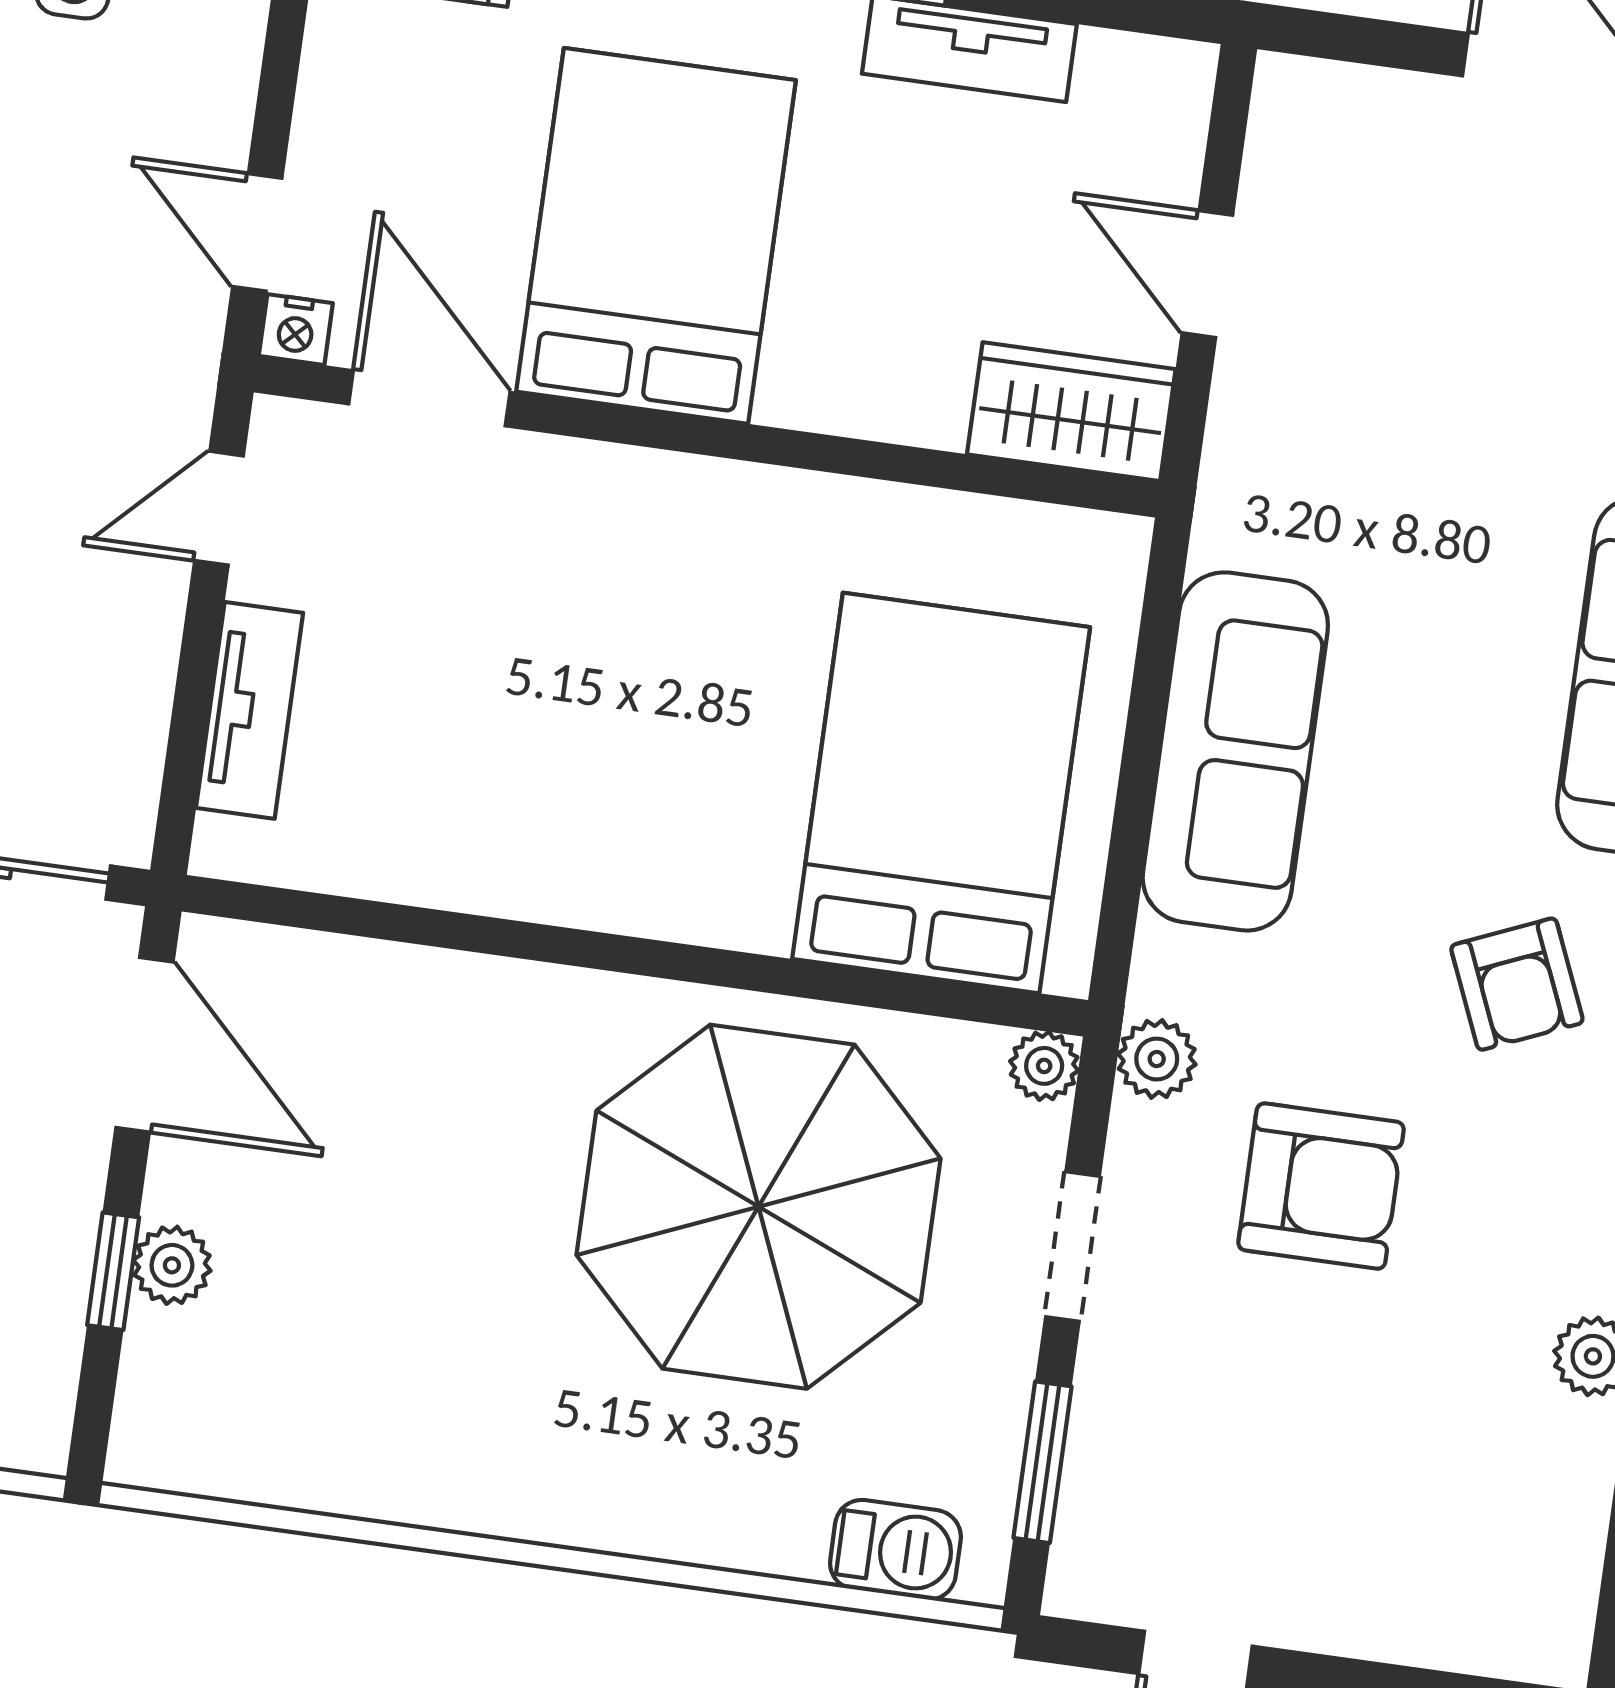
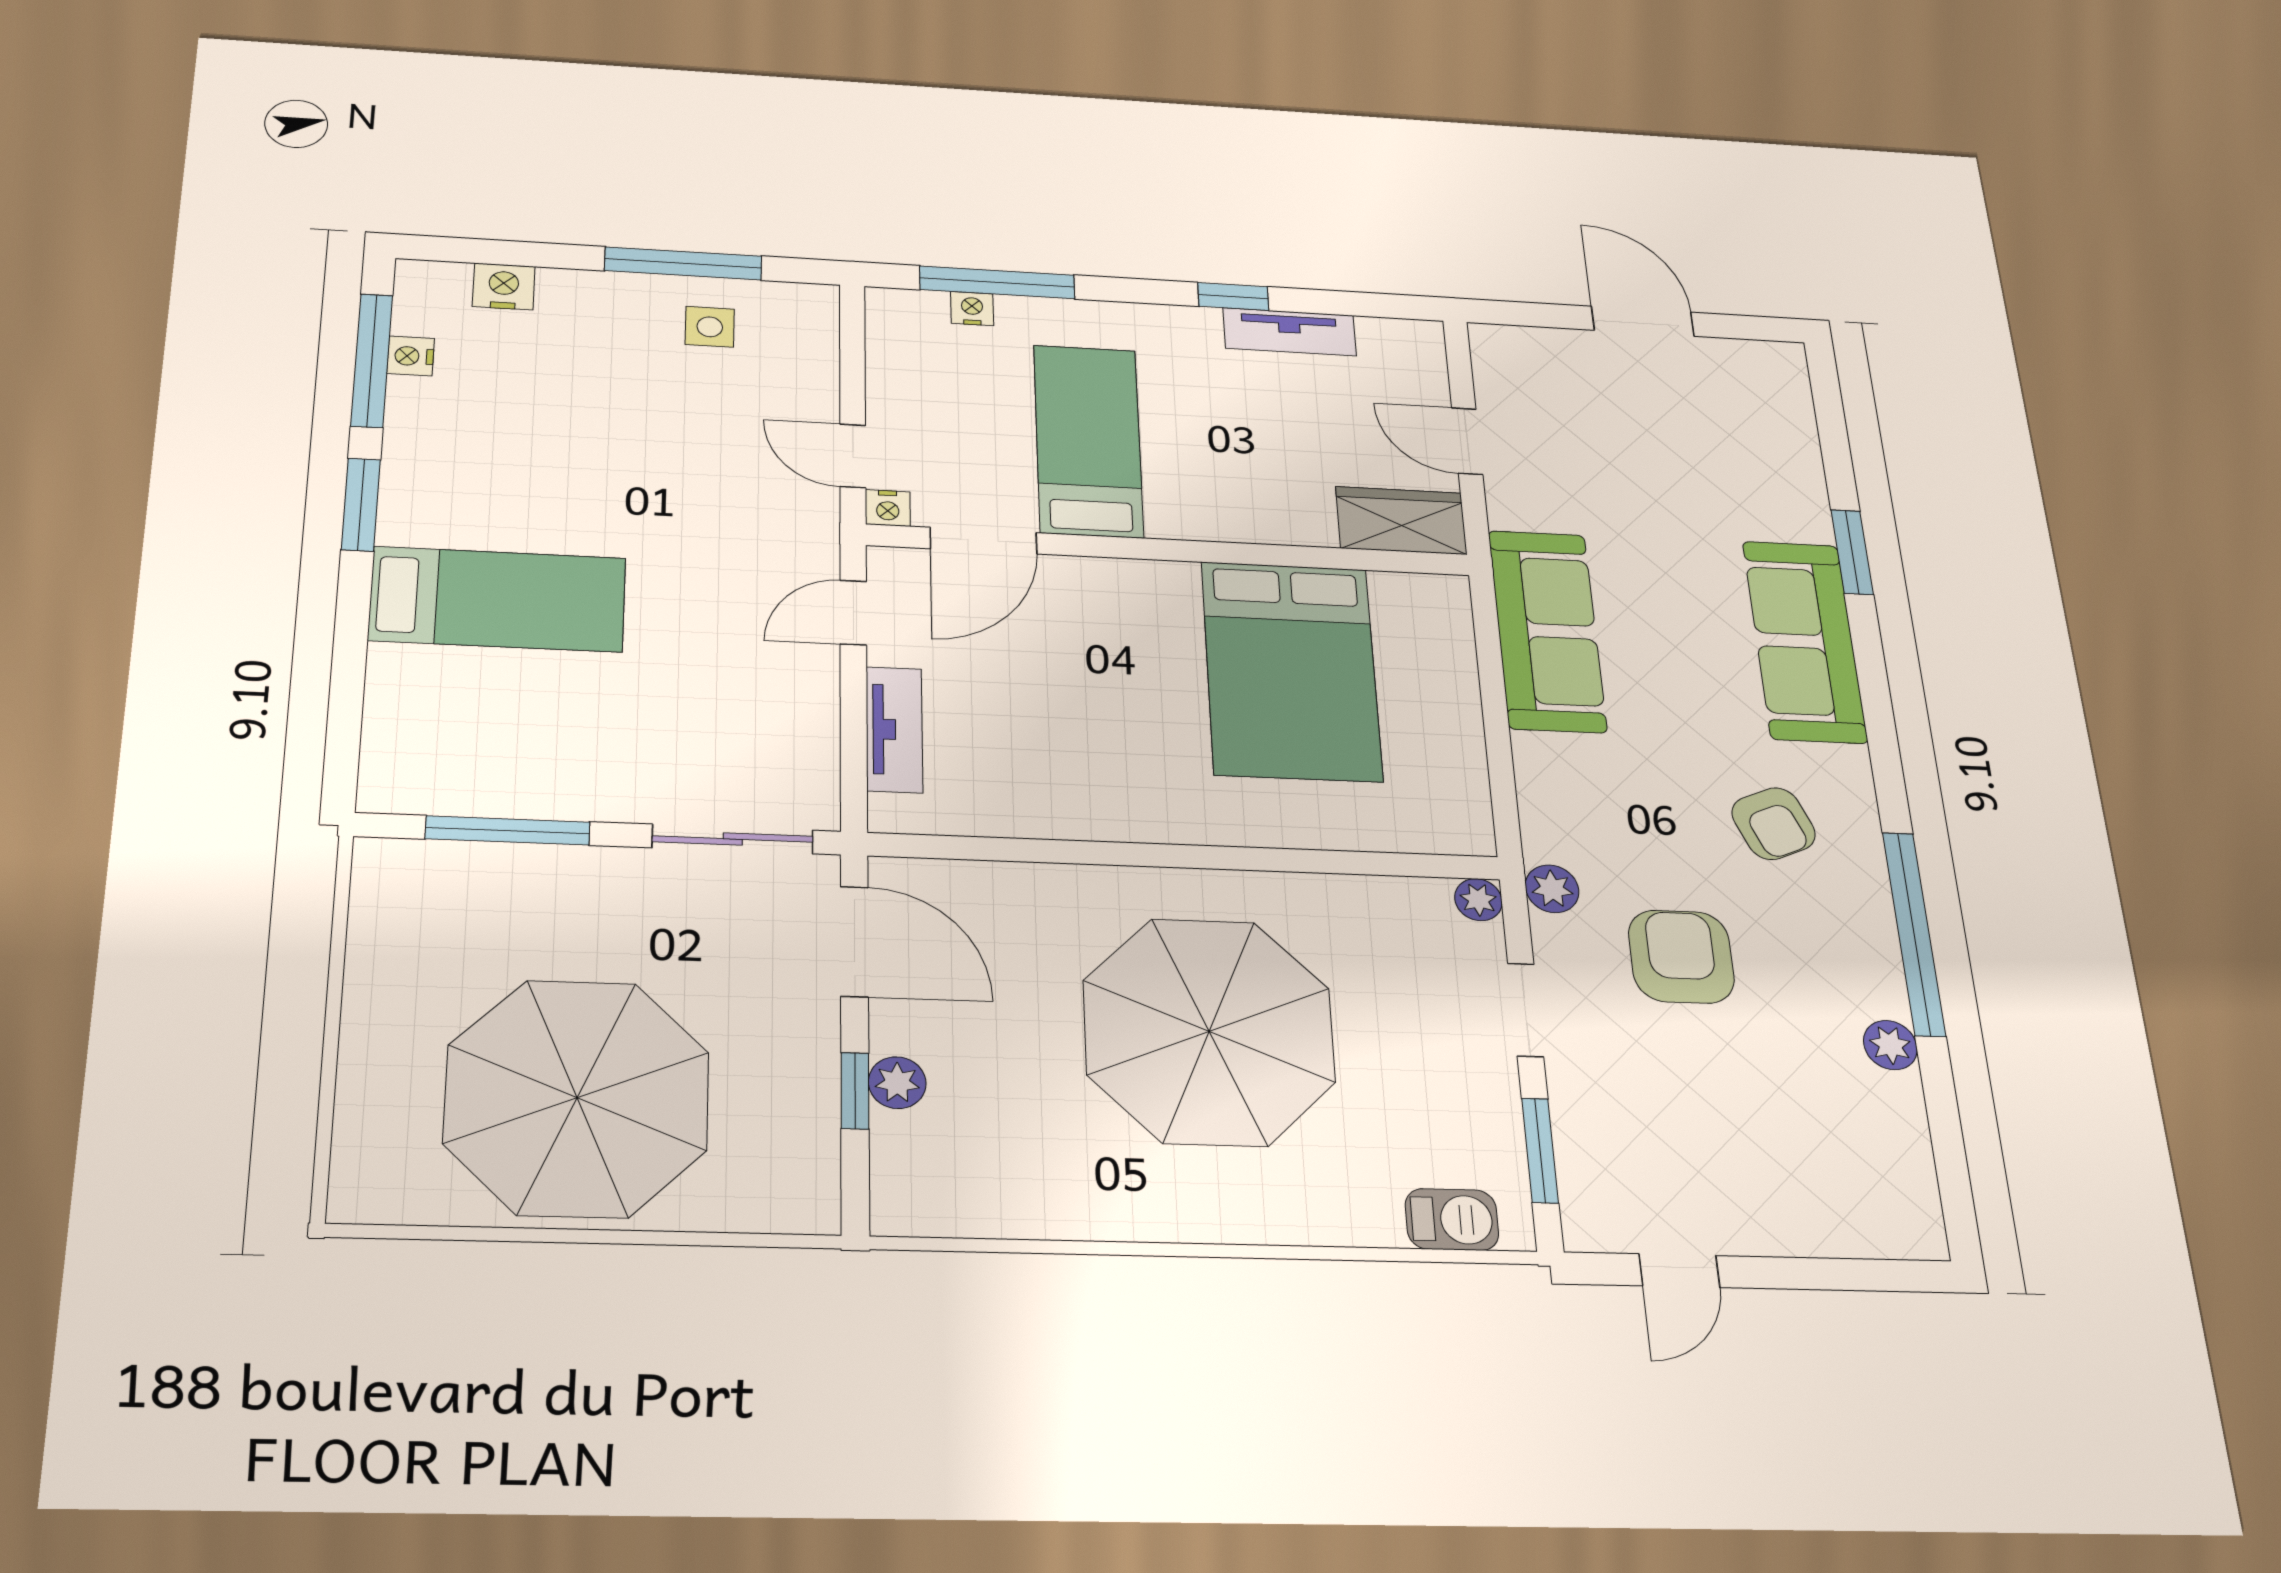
bed: (656, 236) -> (1088, 441), width x0.67
door: (429, 398) -> (983, 541), swing flipped
sofa: (1235, 751) -> (1547, 631), moved
bed: (941, 793) -> (1291, 671), moved, turned 180
armchair: (1321, 1186) -> (1681, 957), turned -90
parasol: (758, 1207) -> (1209, 1031), moved

